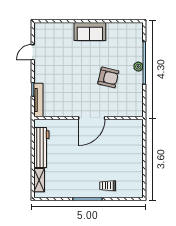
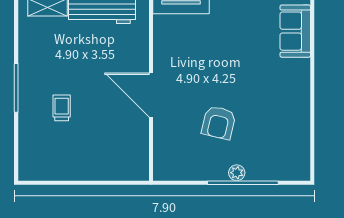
sofa: (90, 31) -> (295, 31), moved
trolley: (108, 186) -> (62, 108), moved

